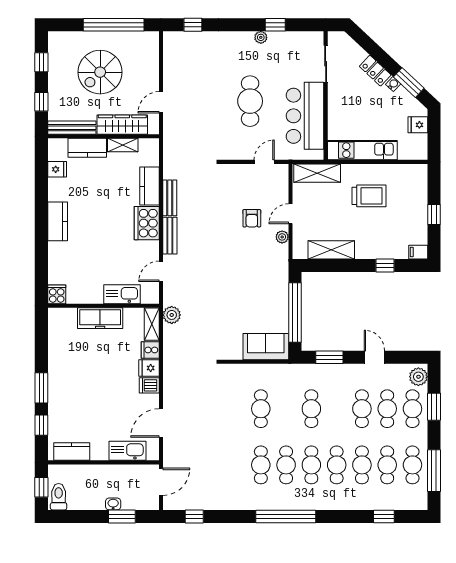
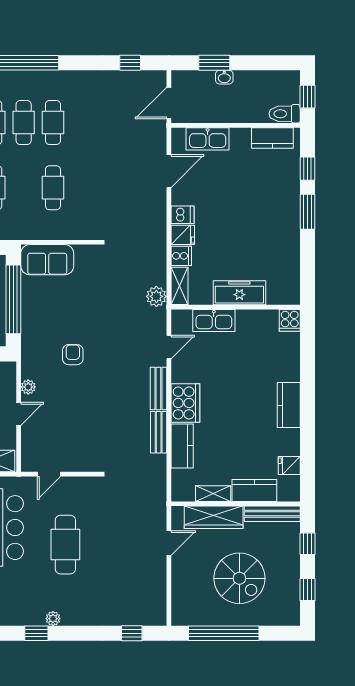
spiral stairs: (100, 72) -> (239, 578), turned 90
armchair: (252, 218) -> (73, 355), moved
toilet: (59, 497) -> (285, 114), moved, turned 90

